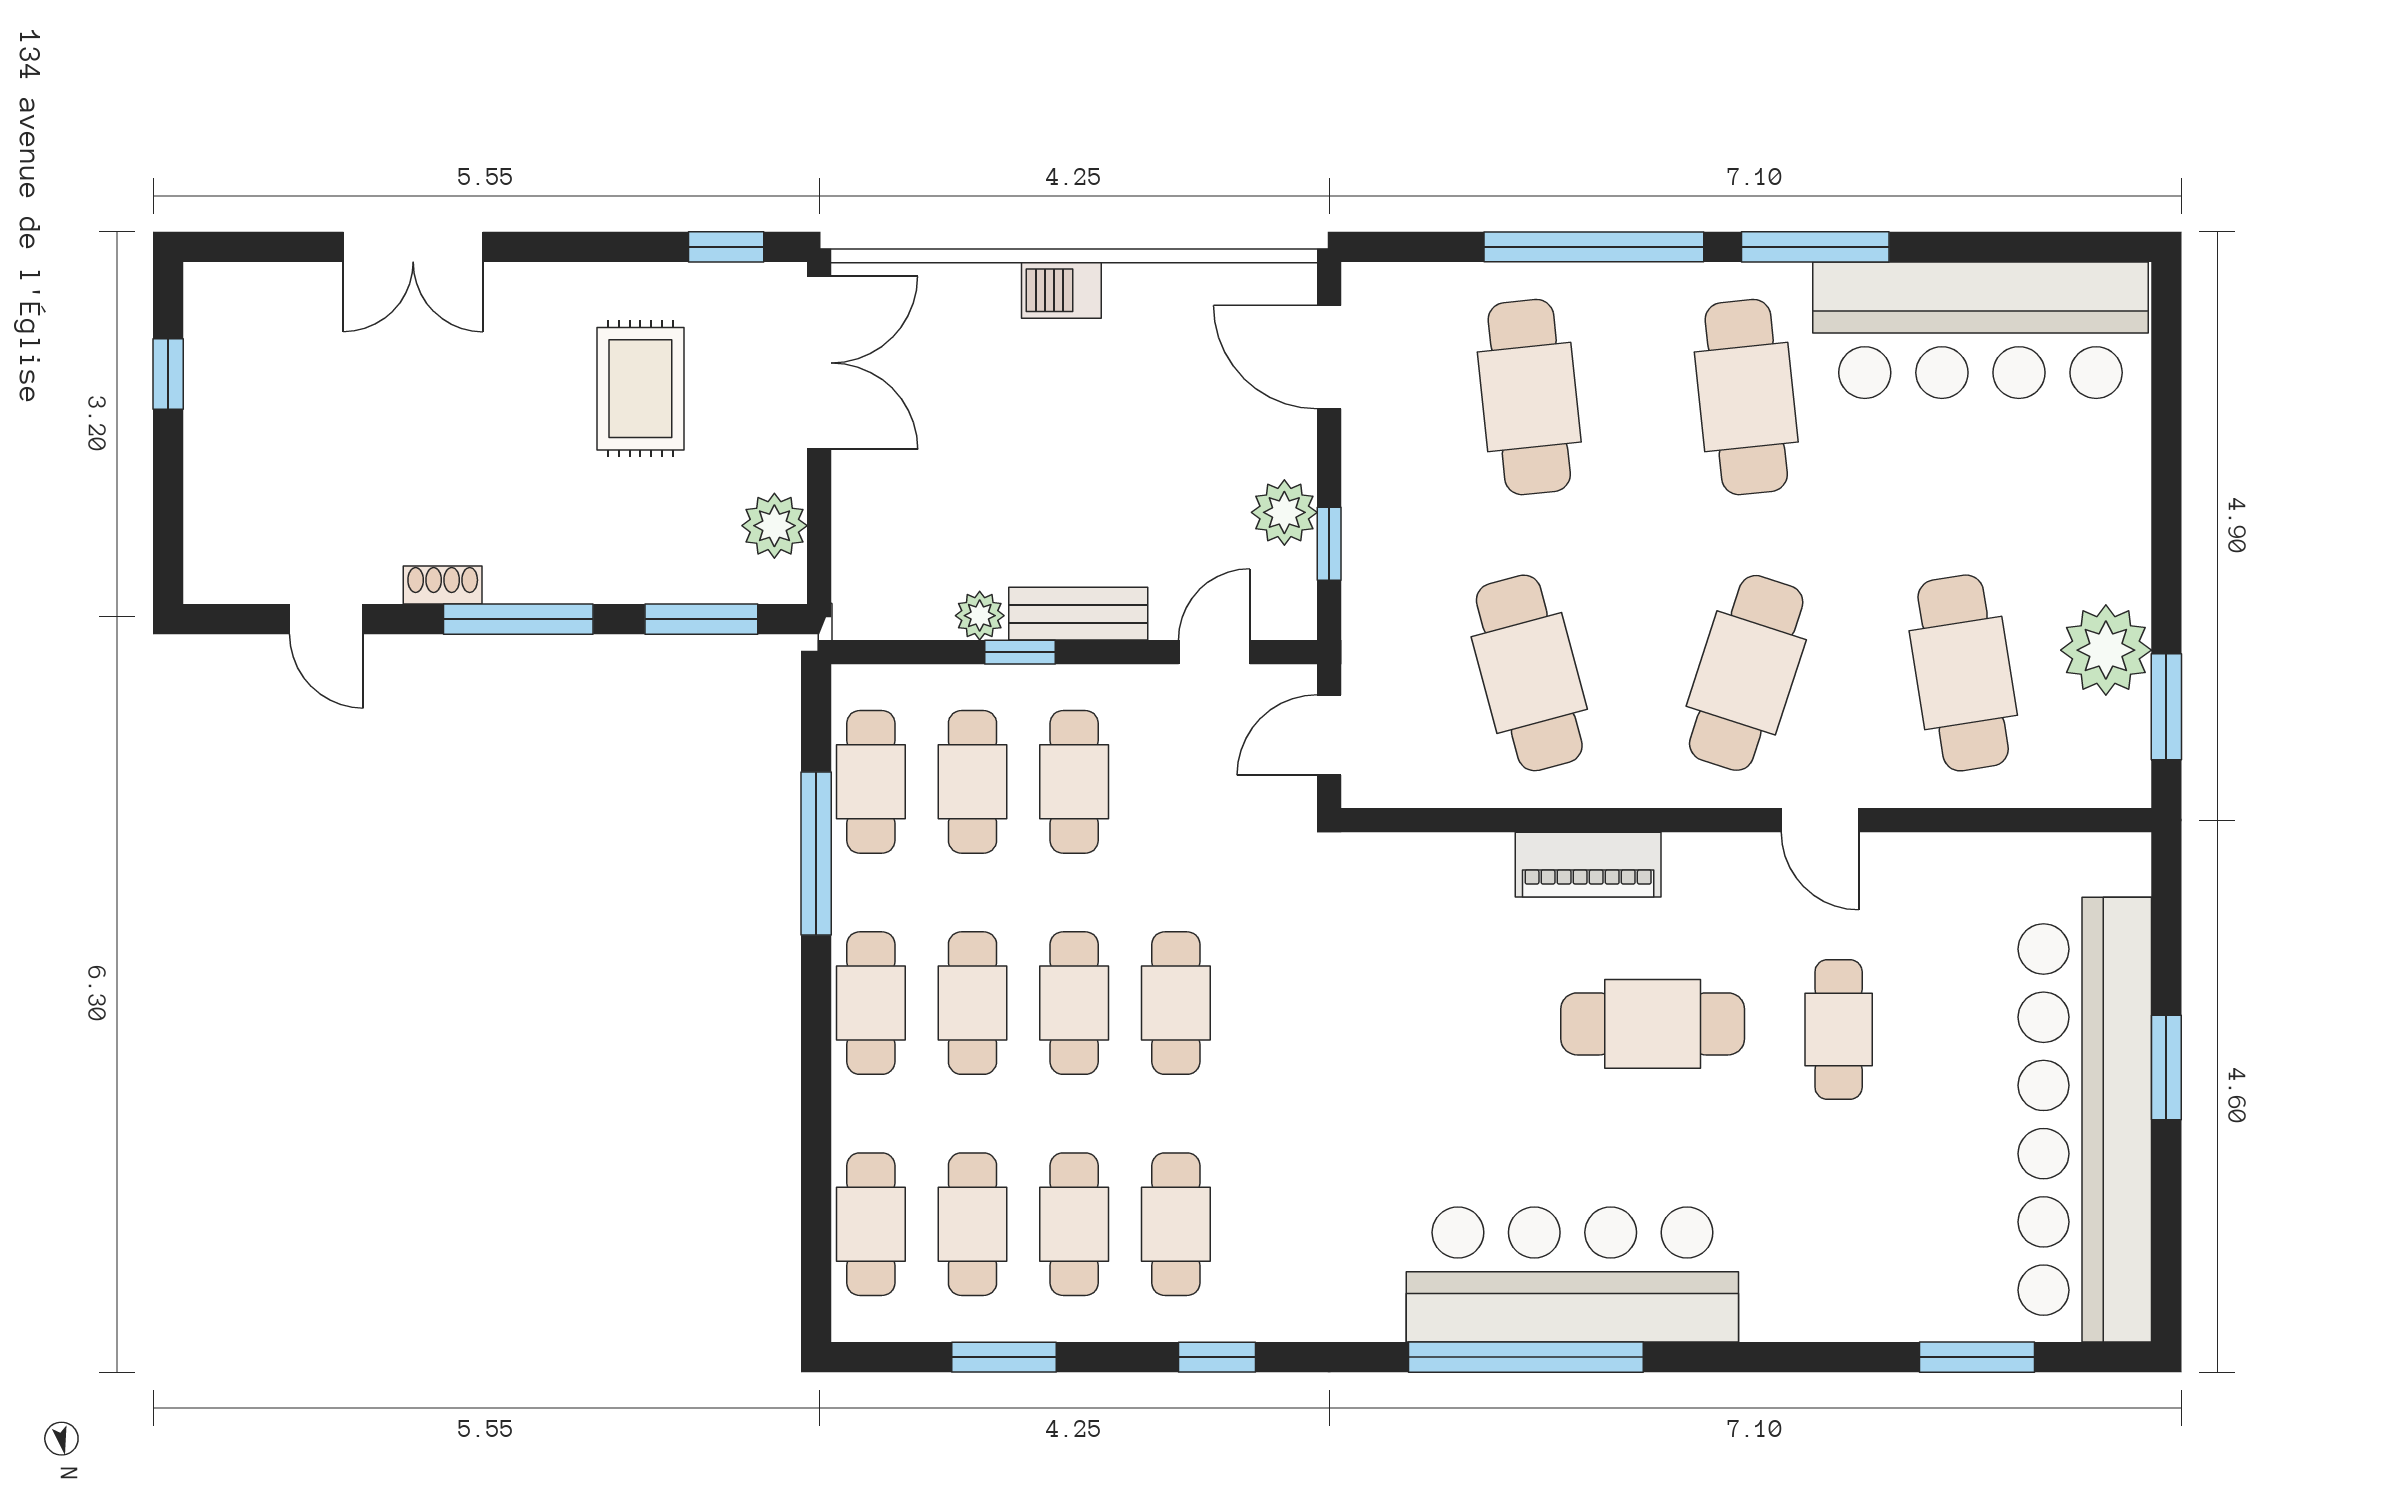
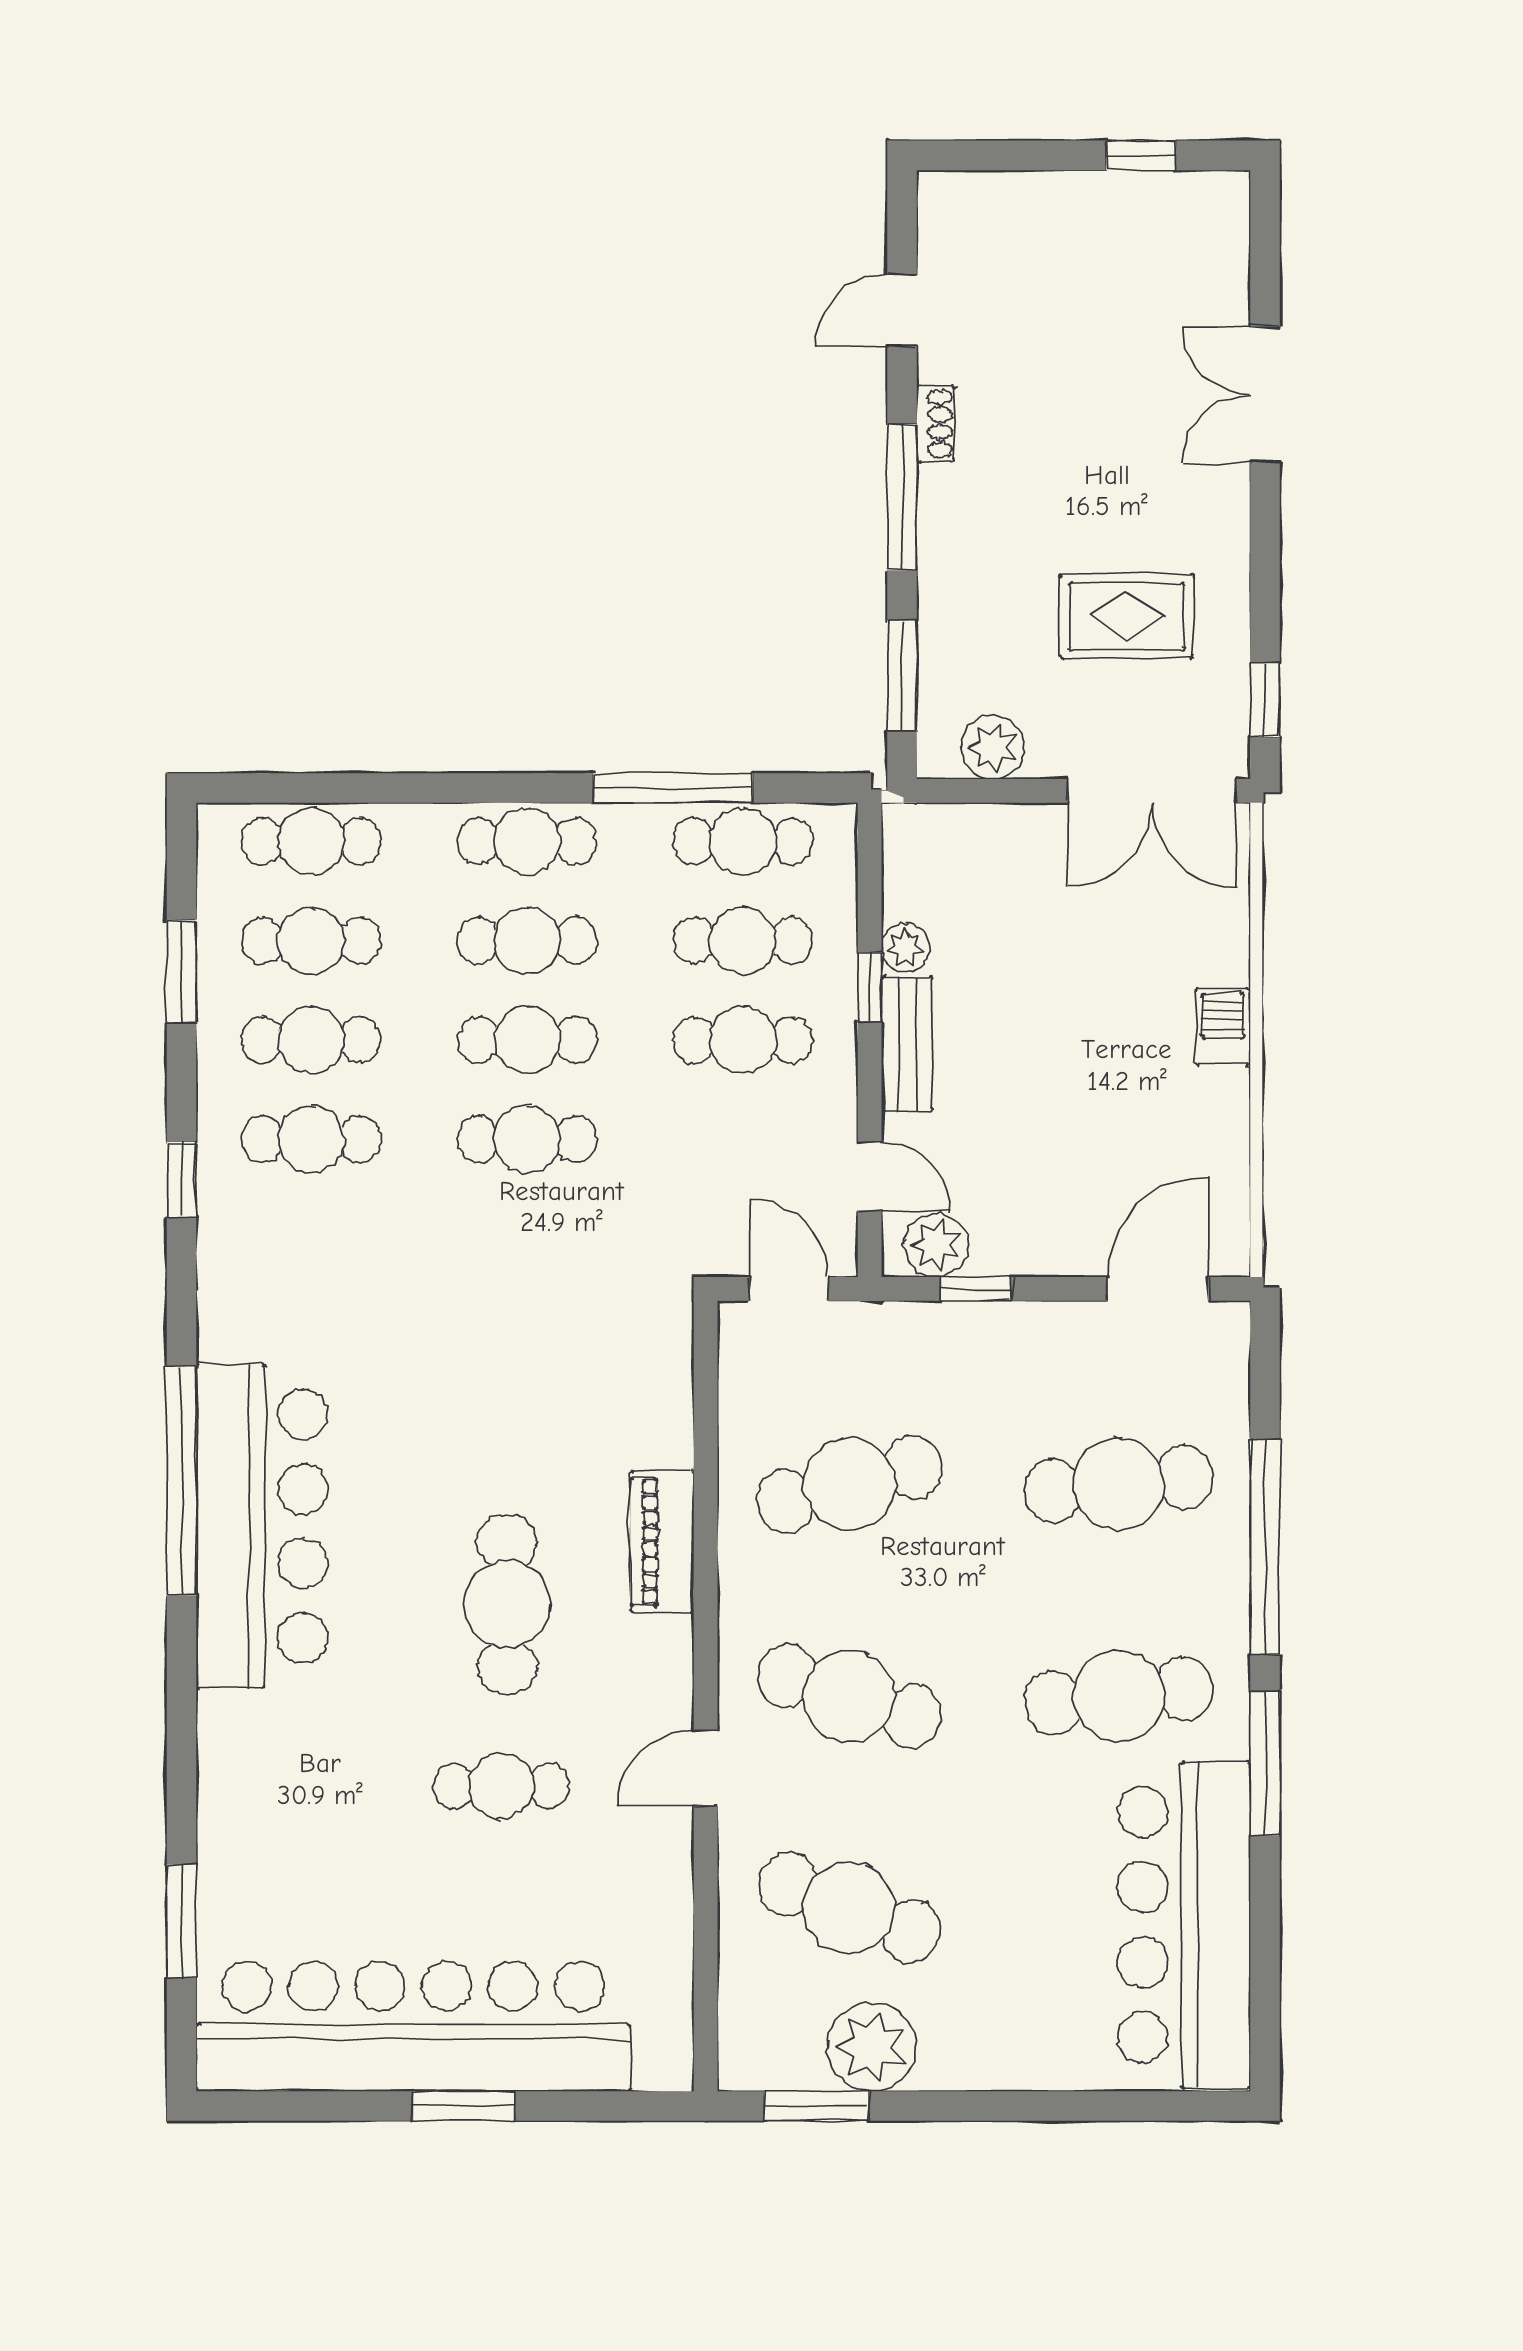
plant: (1284, 512) -> (936, 1245), moved
cafe table: (1963, 673) -> (849, 1908), turned 30

